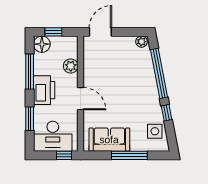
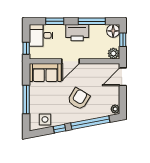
door: (100, 32) -> (123, 77), swing flipped
plant: (71, 66) -> (113, 53), moved
armchair: (128, 88) -> (79, 99), added
desk: (53, 136) -> (41, 35), width x0.73
sofa: (109, 140) -> (45, 72), moved, turned 90

